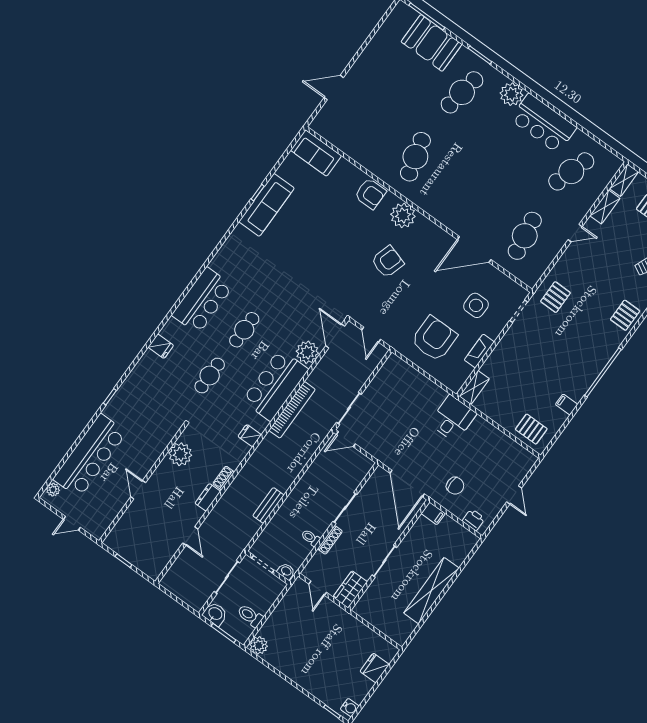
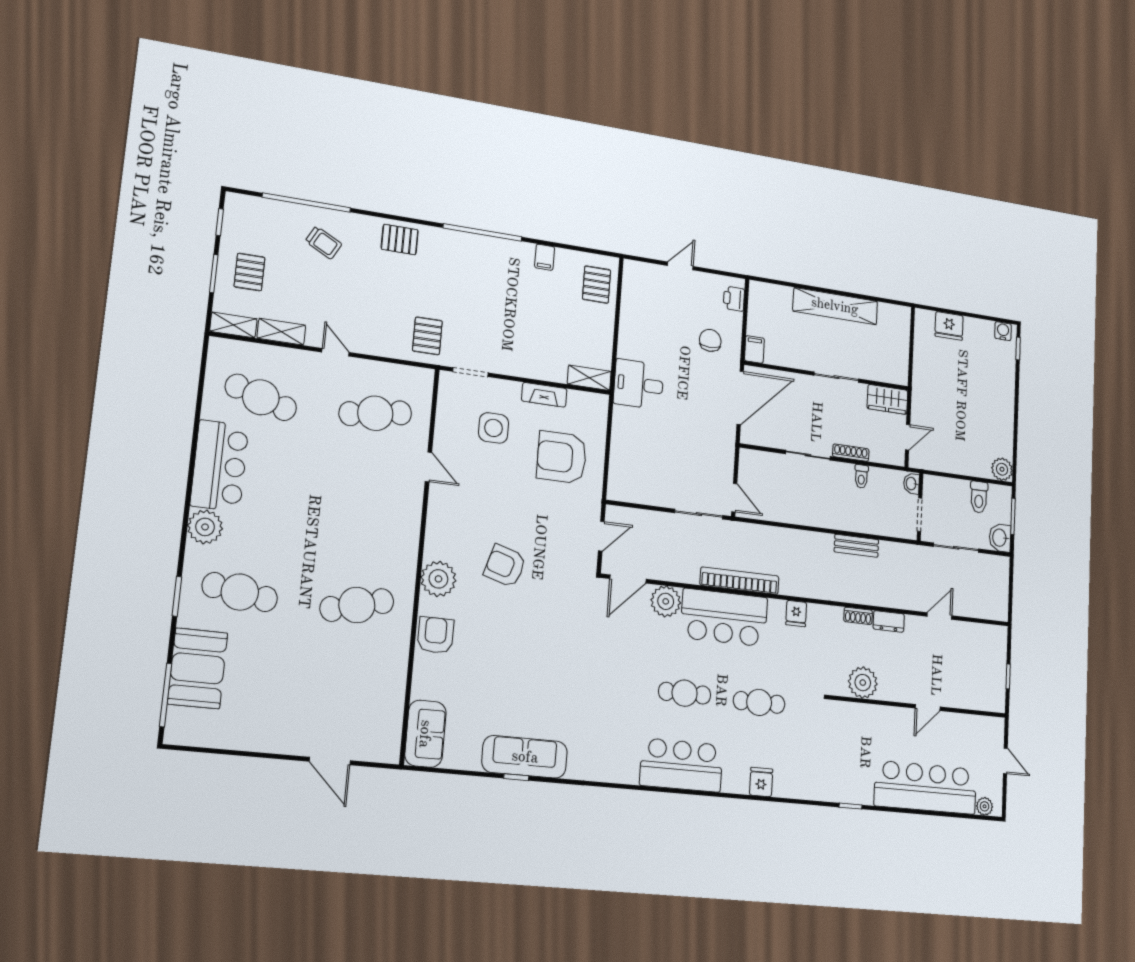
door: (474, 250) -> (428, 467), width x0.53
pallet: (555, 297) -> (427, 336), turned 90

